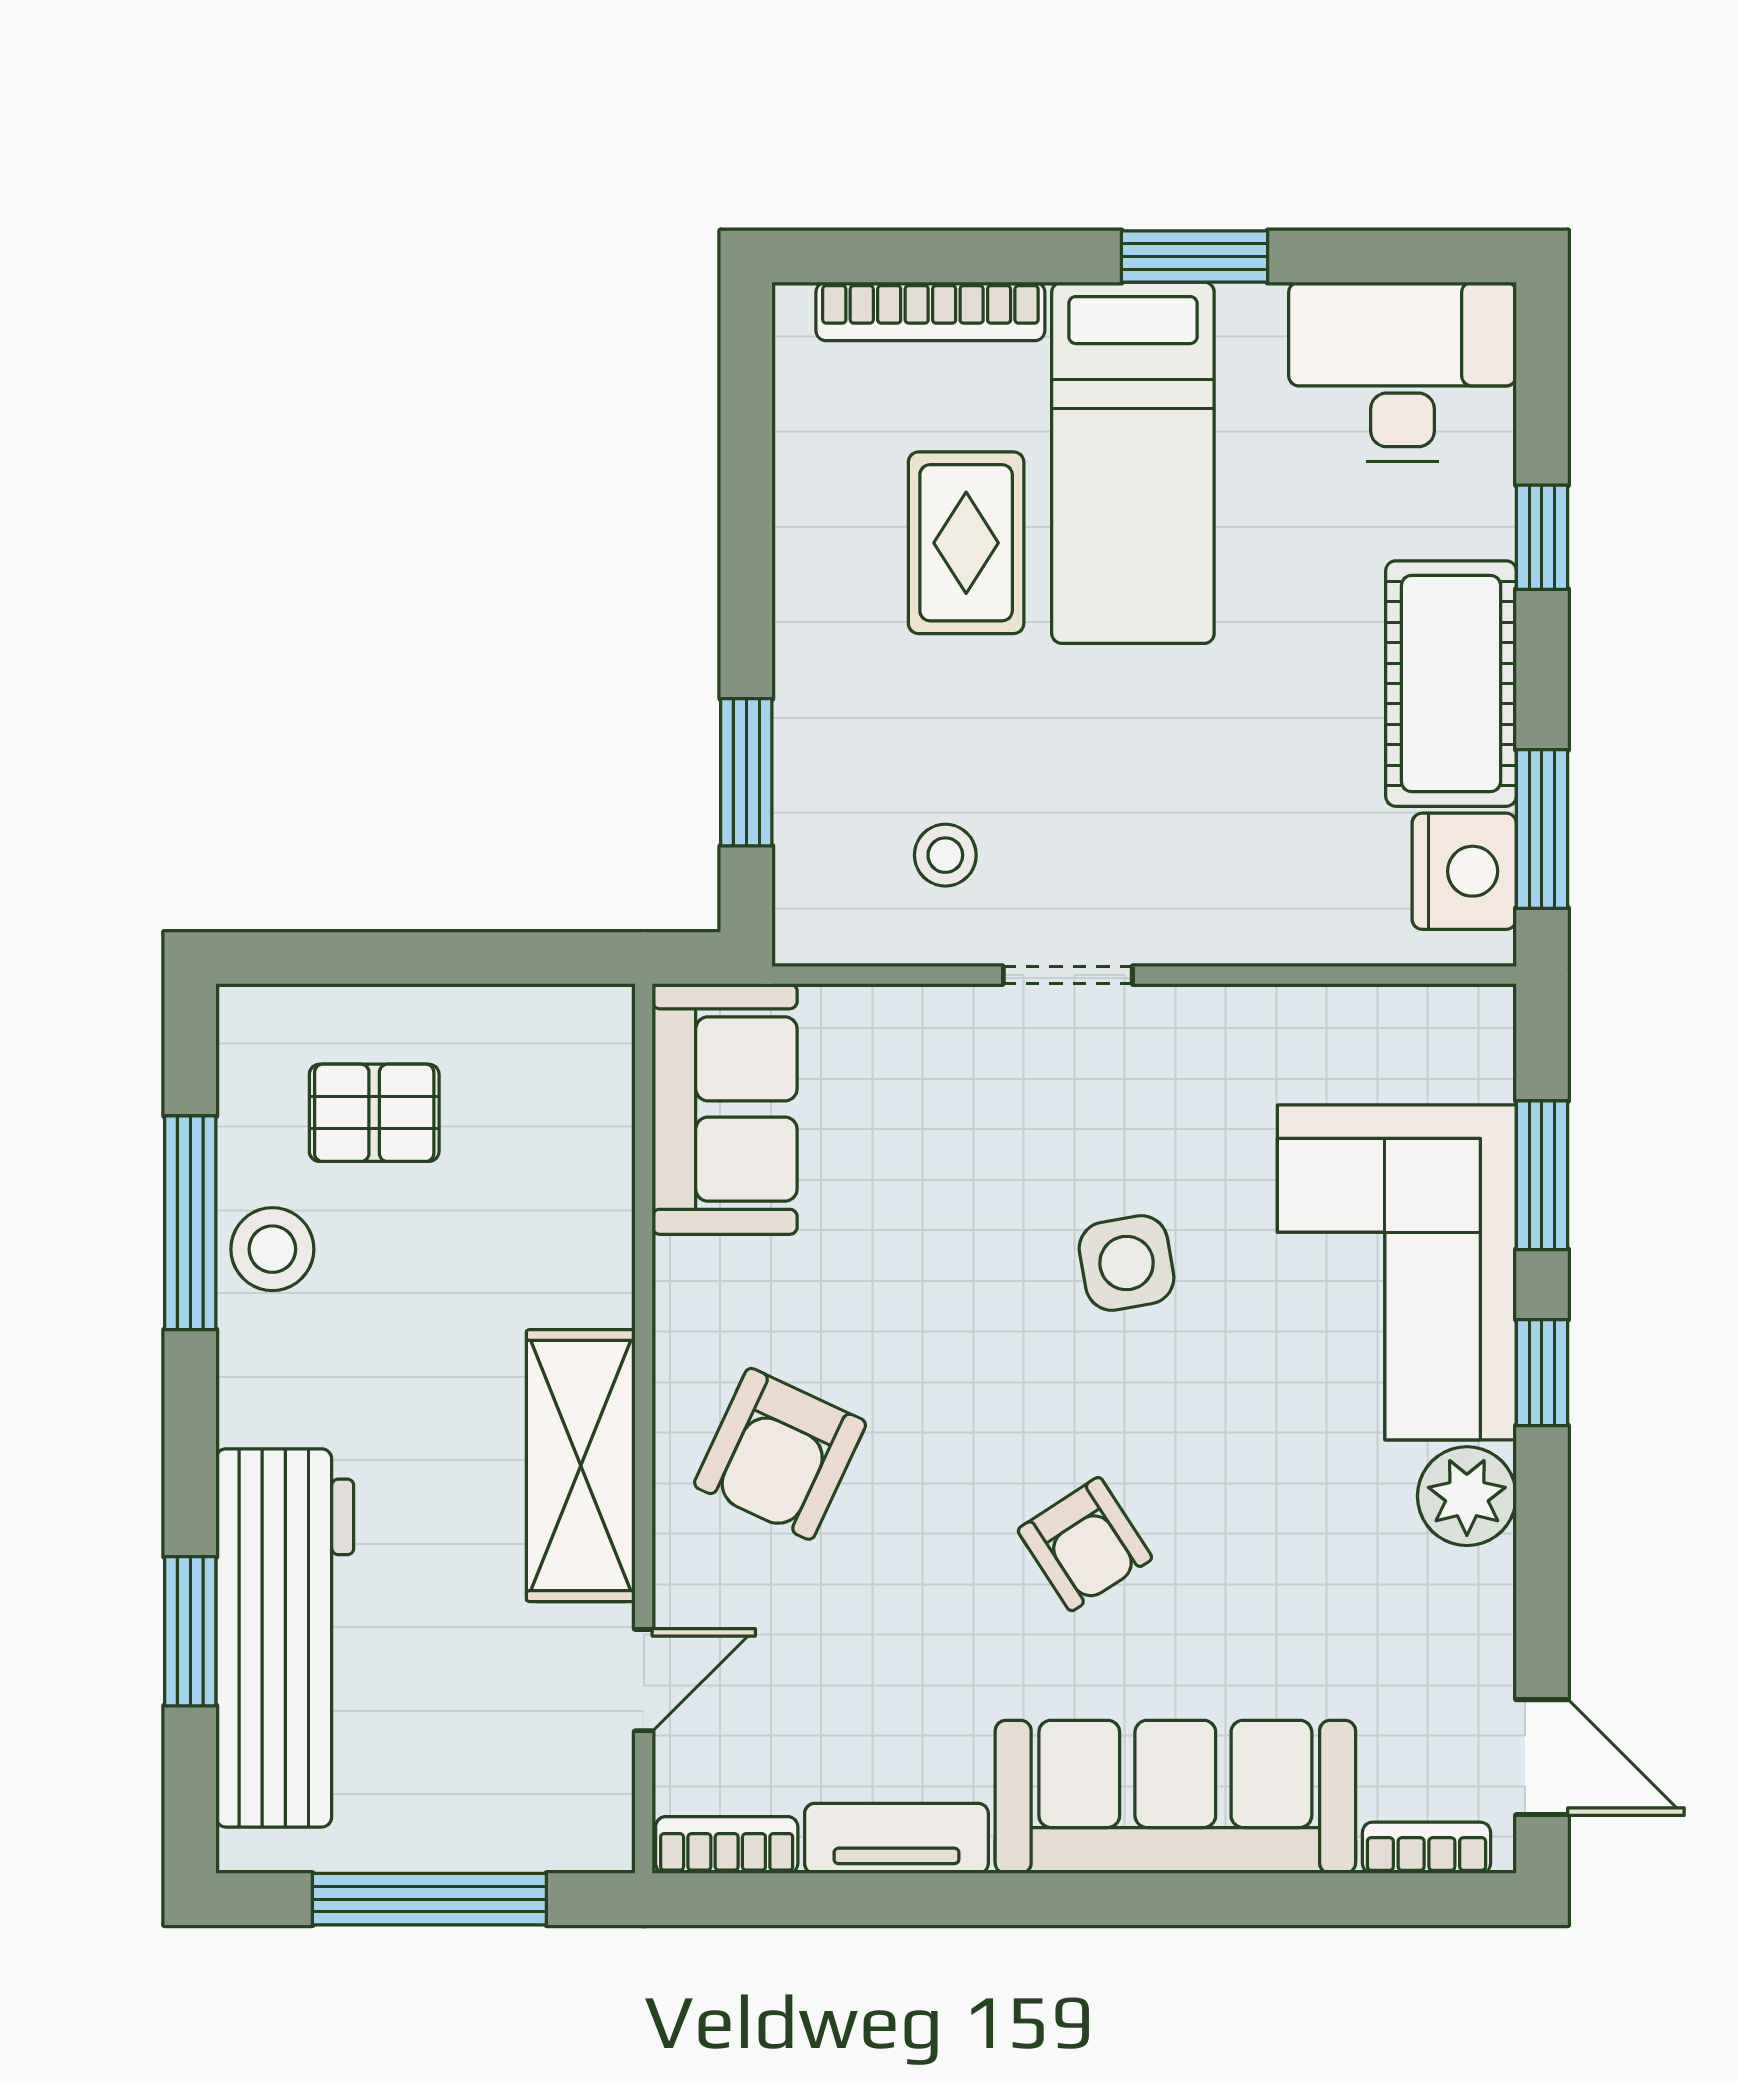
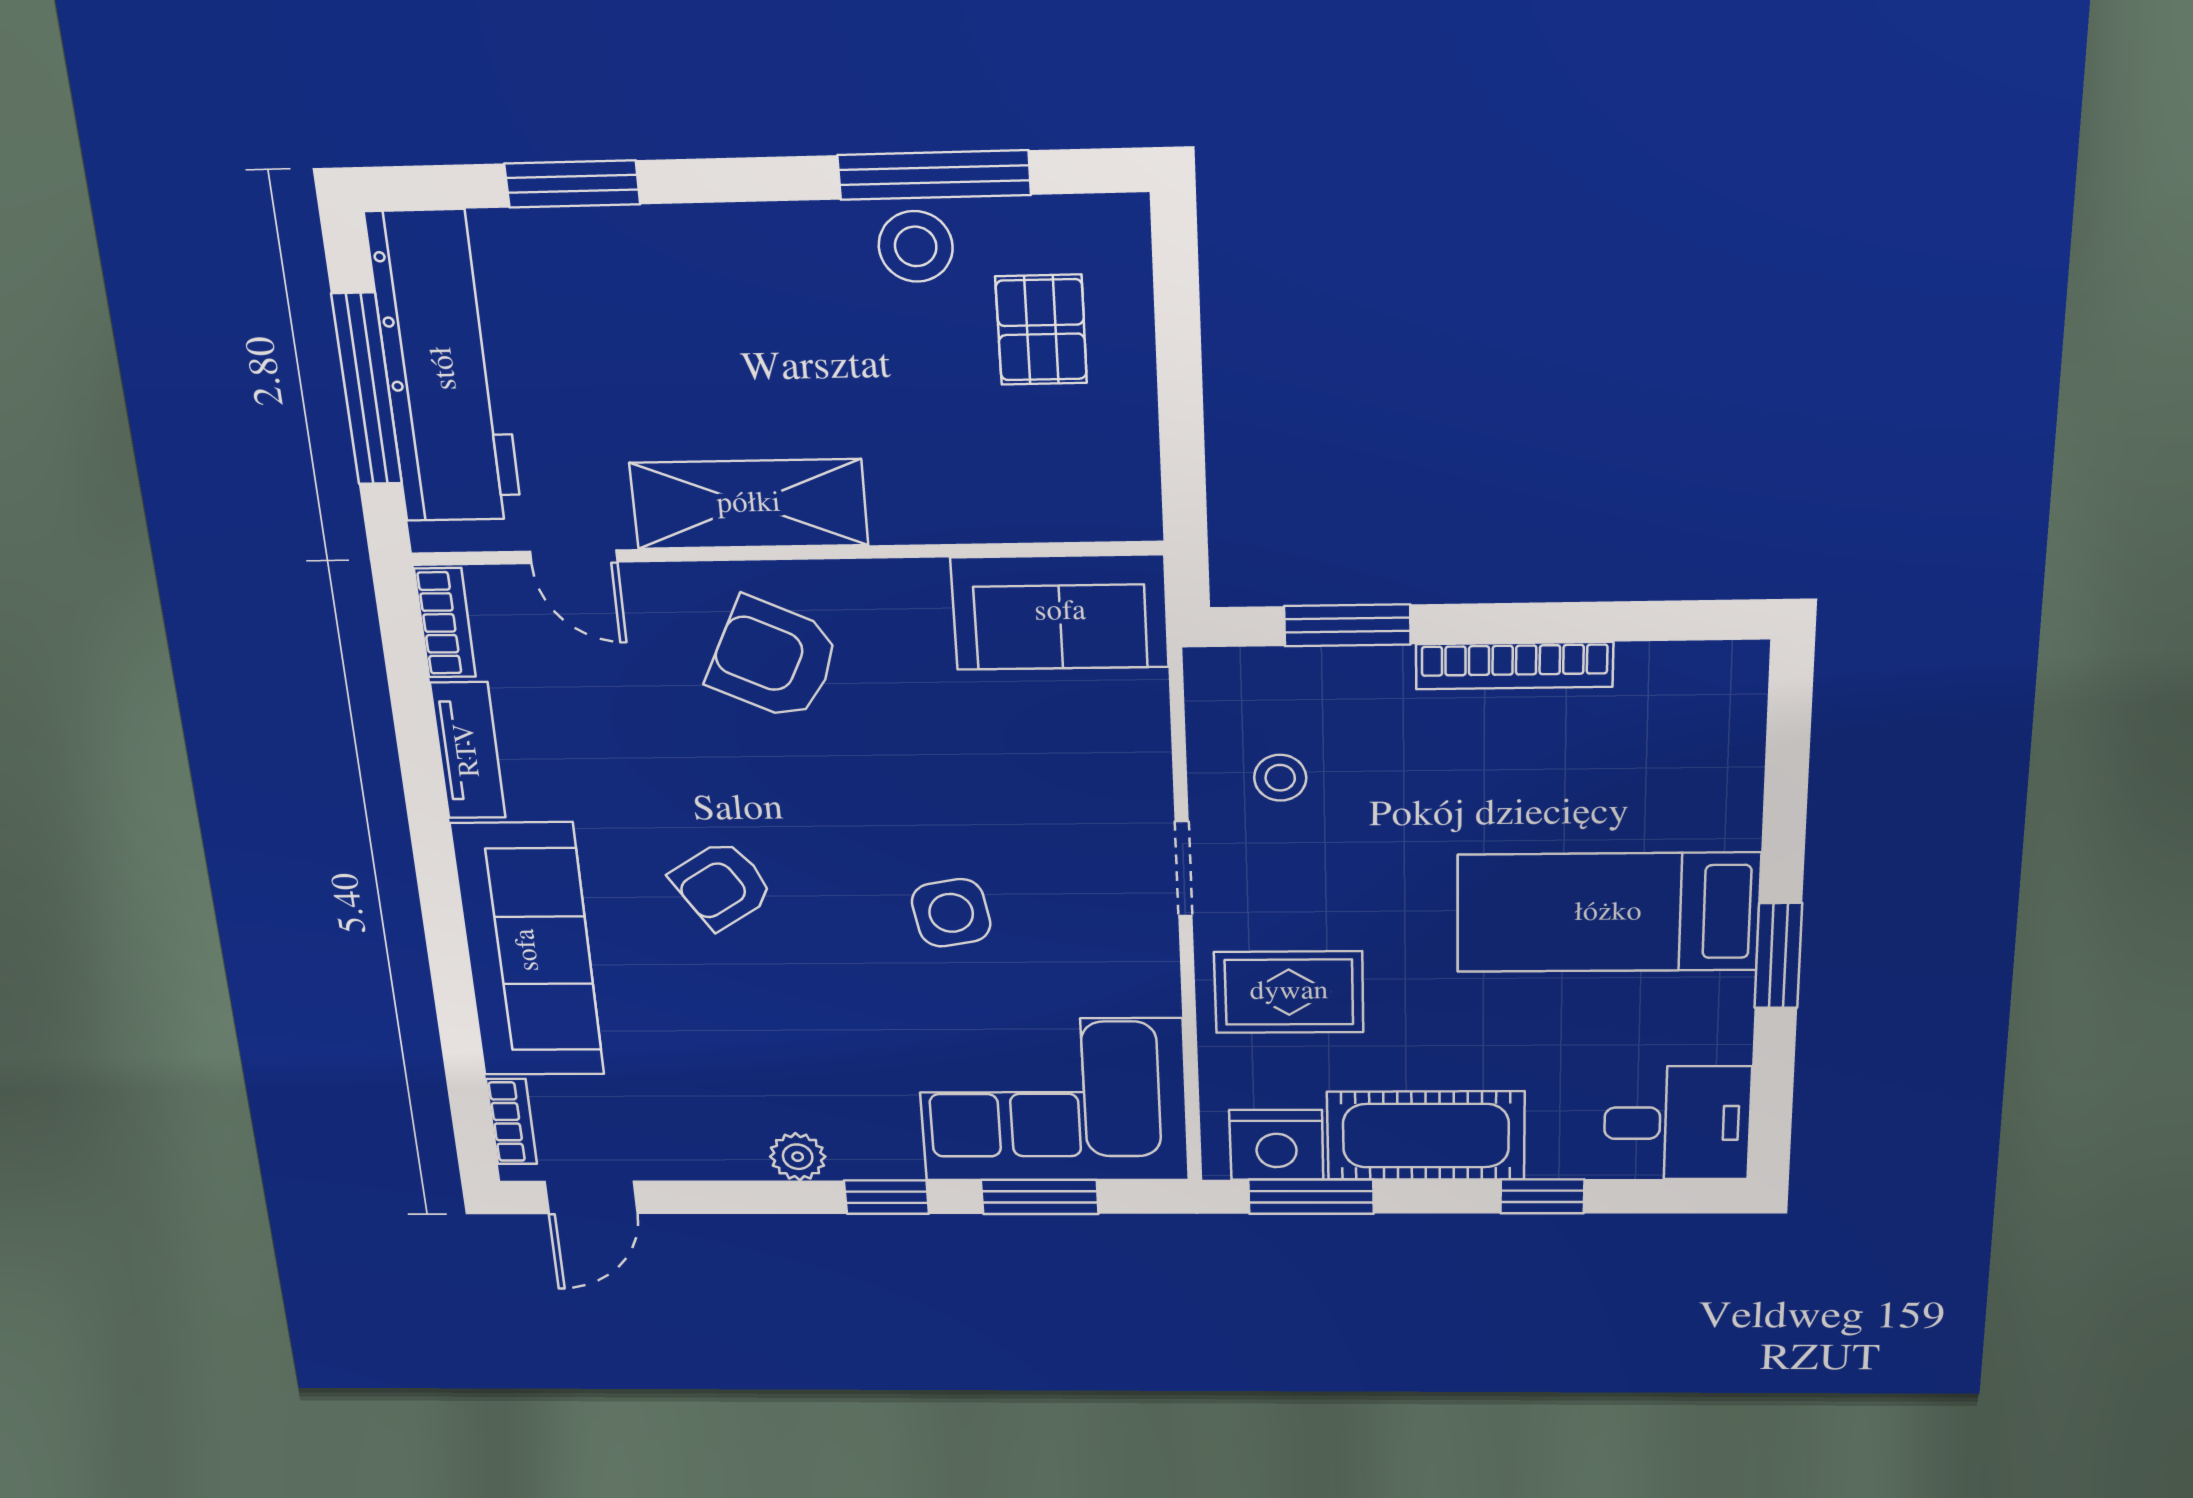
bookcase: (930, 311) -> (1514, 666), moved, turned -90
desk: (1402, 372) -> (1677, 1123), width x0.73
rug: (966, 543) -> (1289, 992), moved
corner sofa: (1397, 1272) -> (1053, 1100), moved
plant: (1467, 1496) -> (798, 1157), width x0.73, depth x0.73
workbench: (285, 1638) -> (445, 368), moved, turned -90

